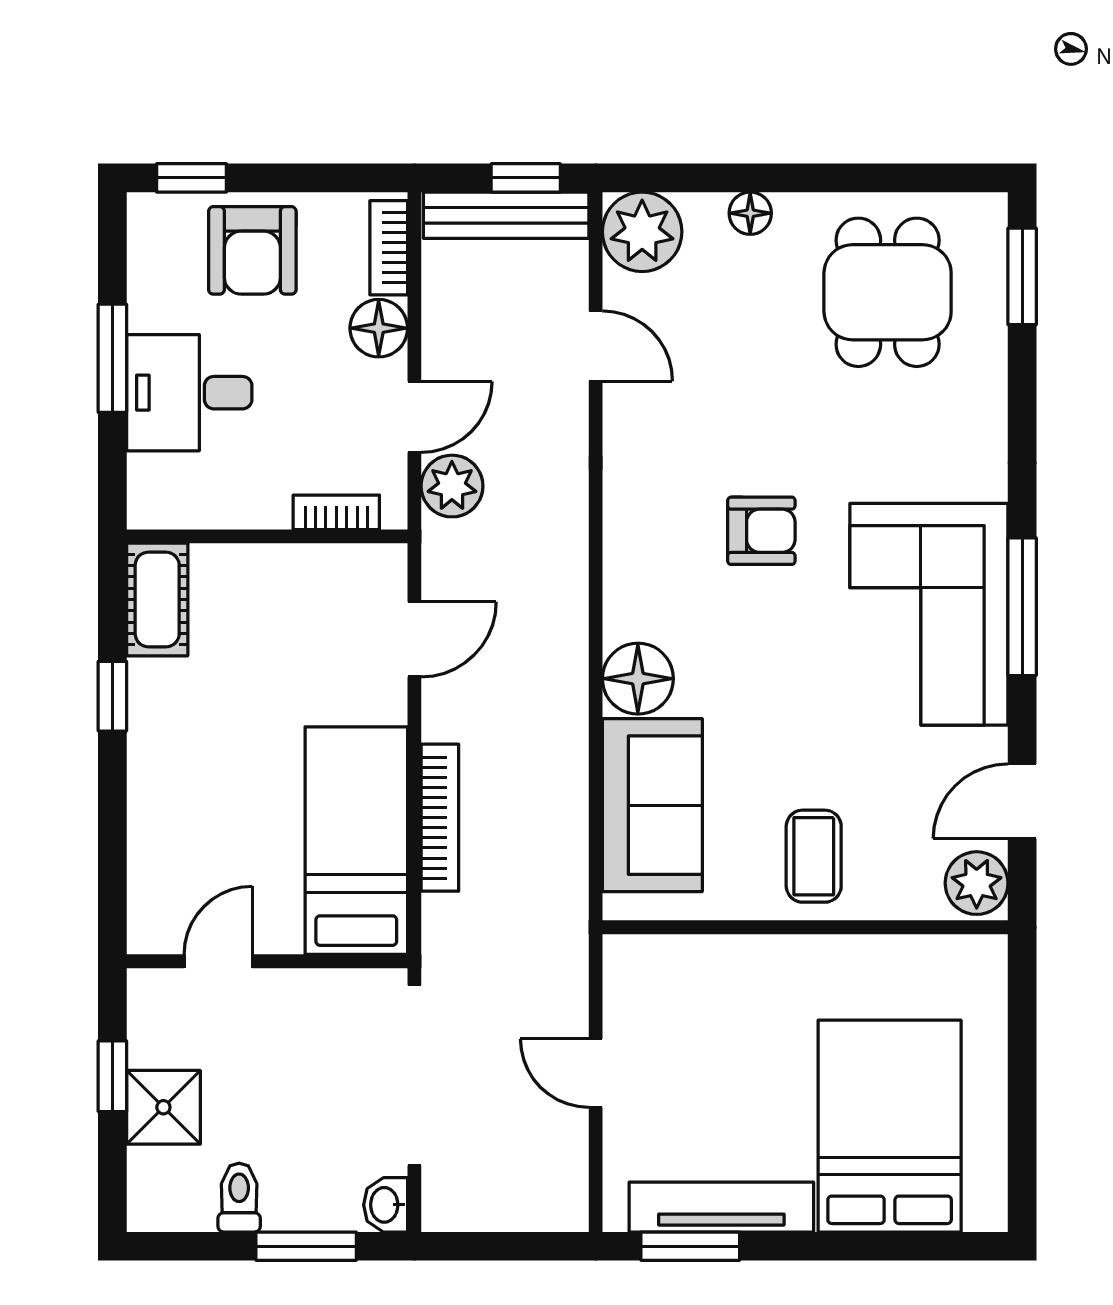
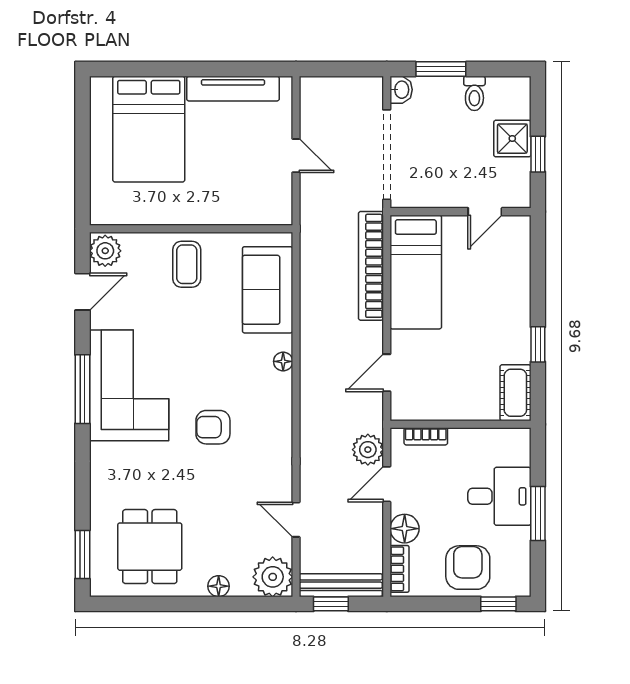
floor lamp: (638, 679) -> (283, 361), width x0.53, depth x0.53
bookcase: (440, 818) -> (371, 266), width x1.48, depth x1.31
window: (690, 1246) -> (249, 69), removed

